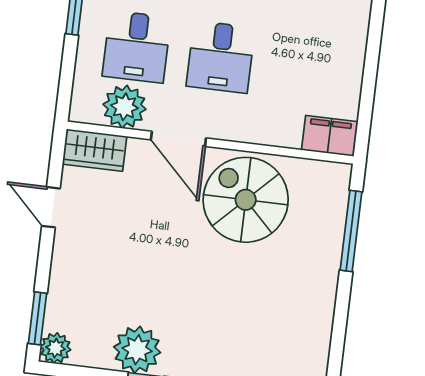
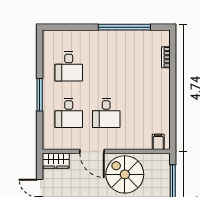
plant: (125, 107) -> (67, 140), removed
filing cabinet: (329, 136) -> (158, 142), width x0.50

